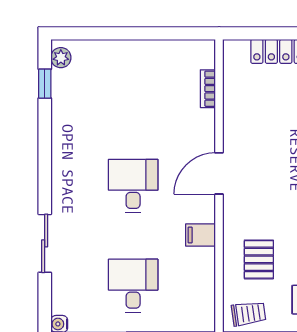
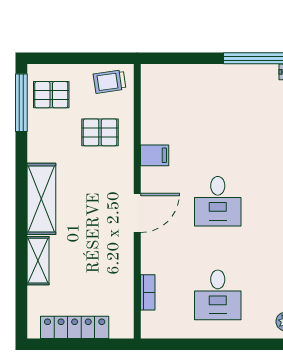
pallet: (259, 259) -> (100, 132), turned 90
desk: (133, 286) -> (218, 295), moved

